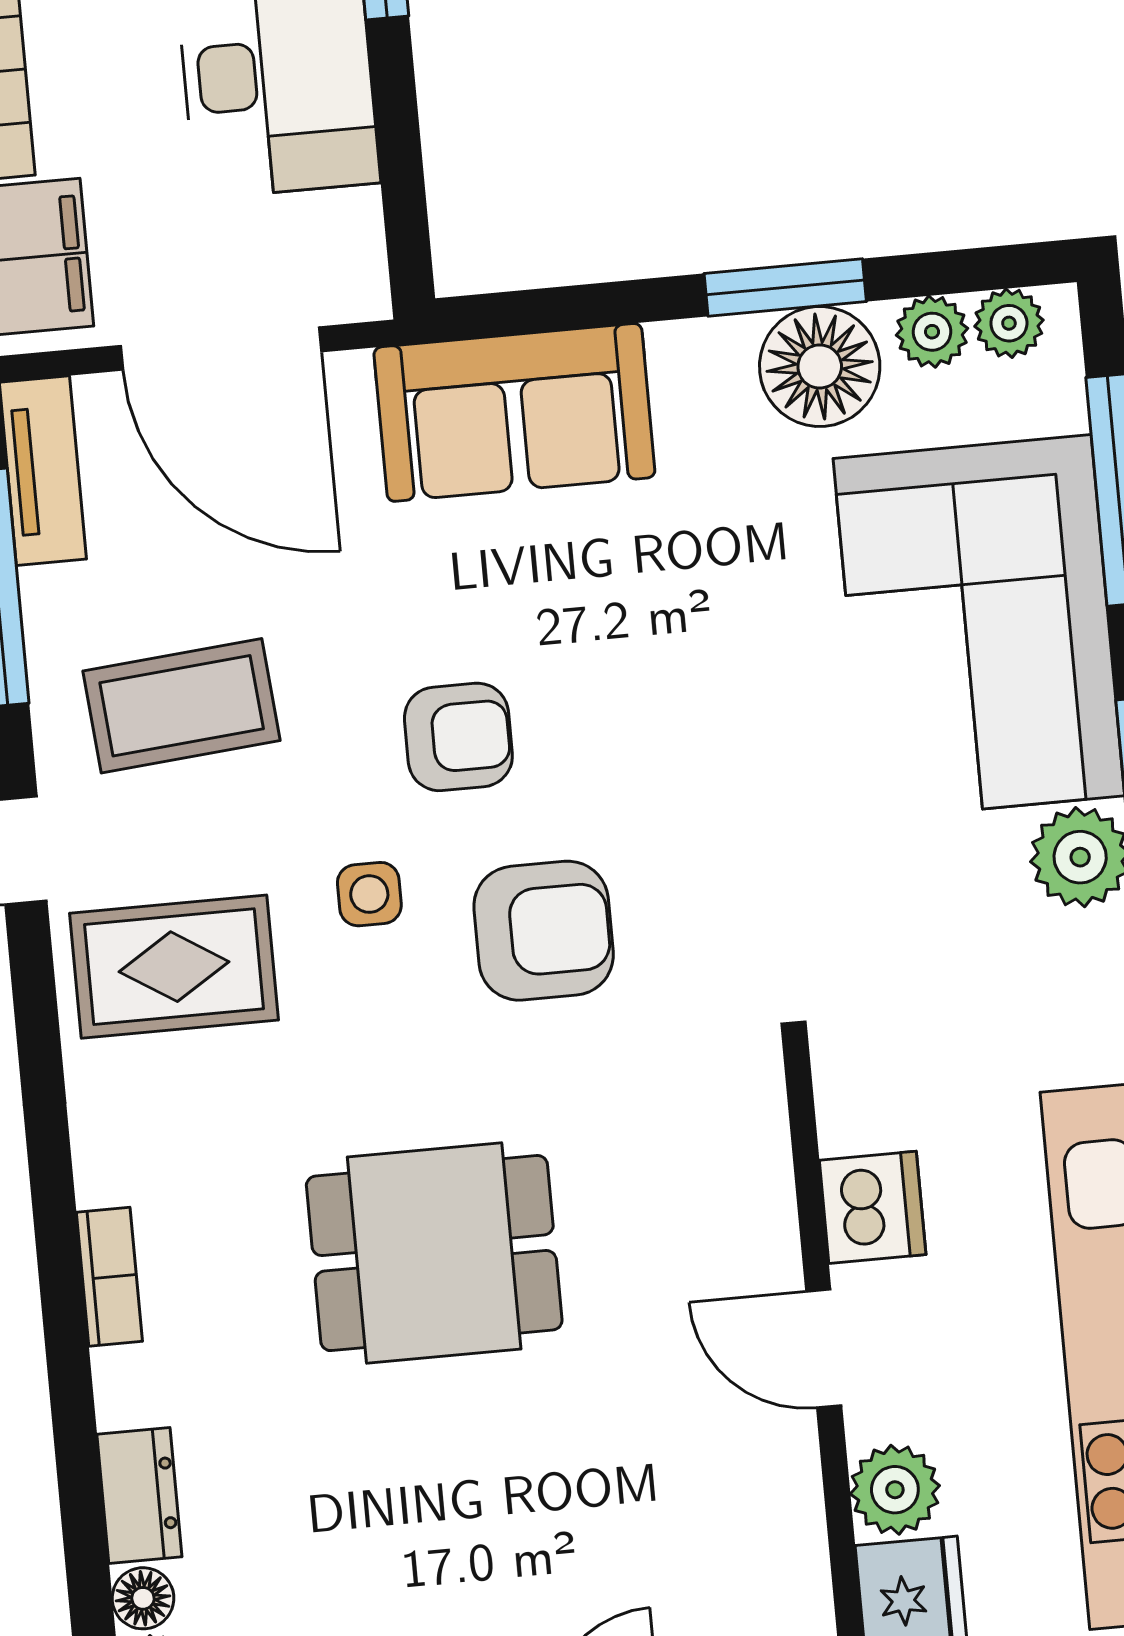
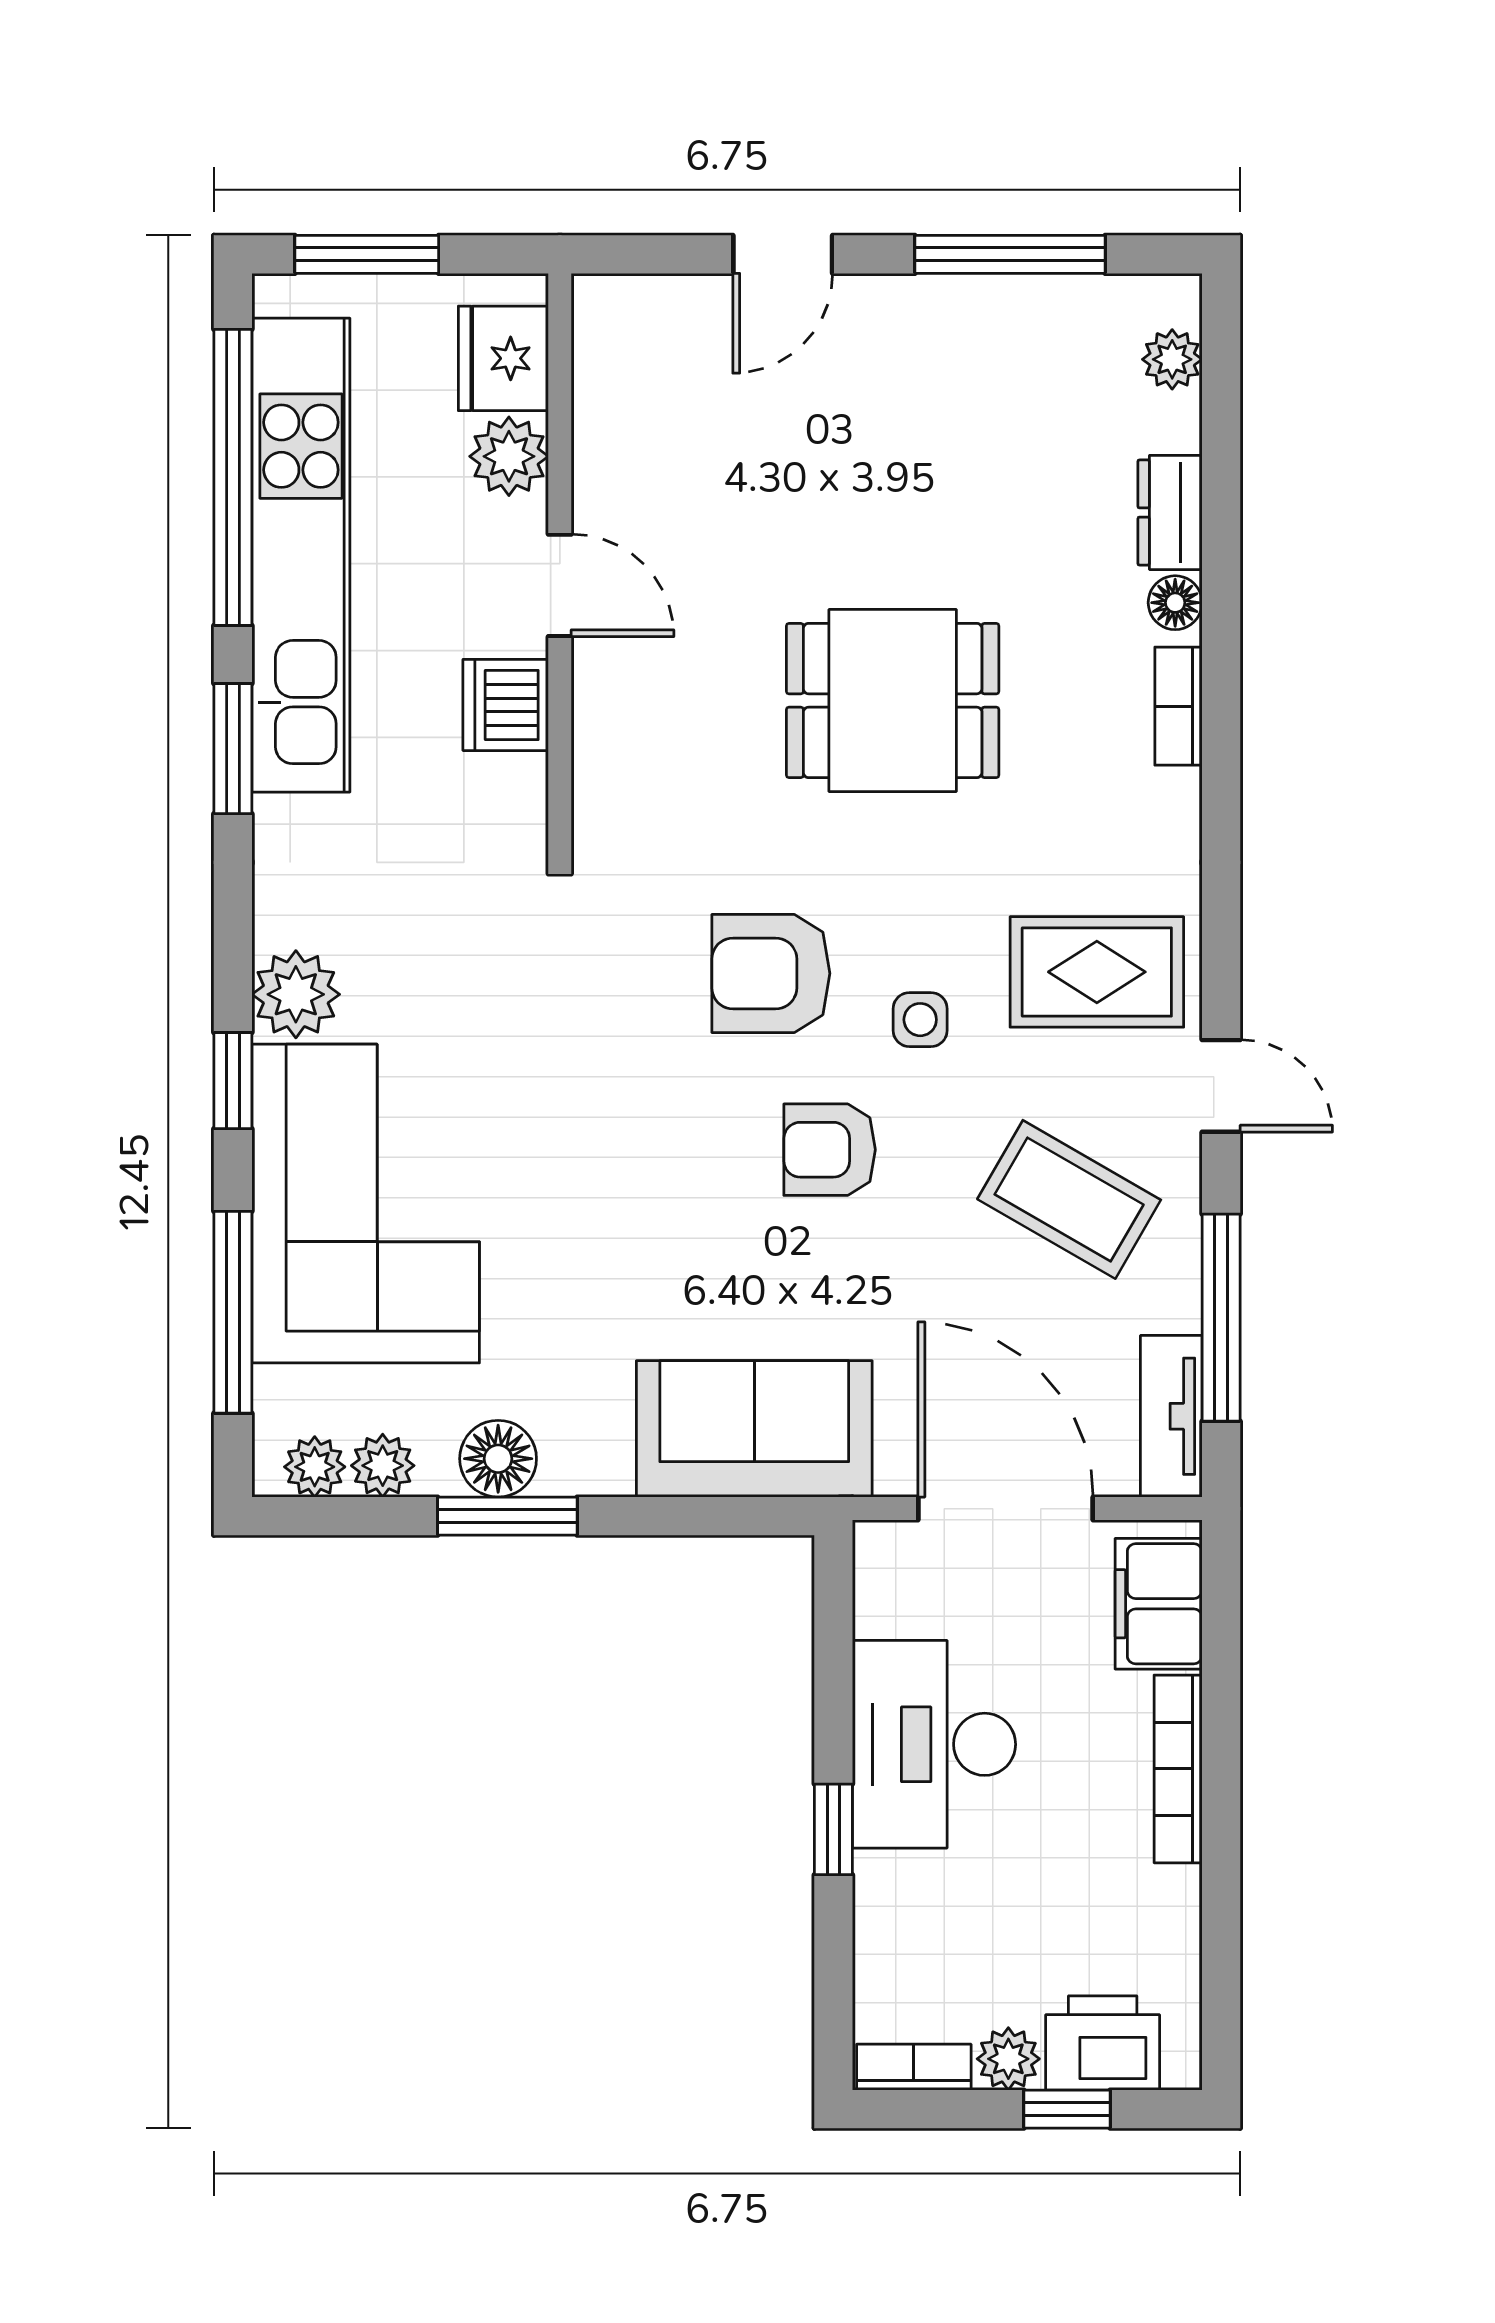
floor lamp: (820, 366) -> (498, 1459), width x0.73, depth x0.73
coffee table: (182, 706) -> (1069, 1199), turned 35
floor lamp: (143, 1598) -> (1175, 603), moved

